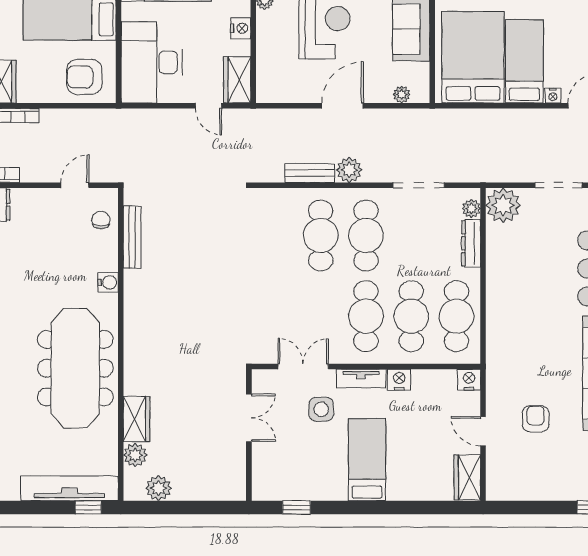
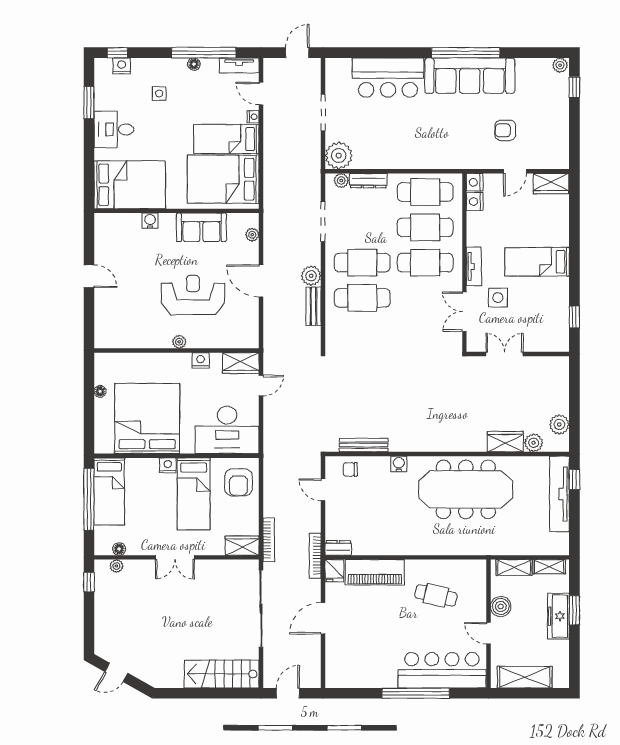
nightstand: (399, 380) -> (475, 202), moved

